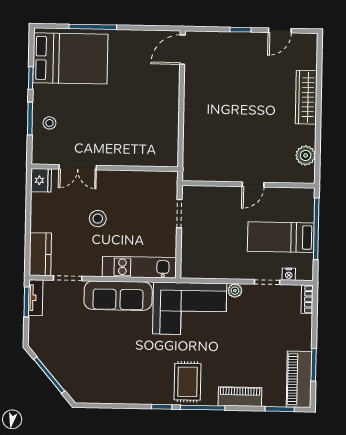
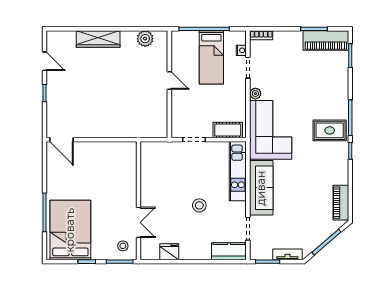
double door: (78, 167) -> (139, 222), moved
wall: (105, 168) -> (139, 201), moved
cot: (190, 256) -> (228, 130), added
tv unit: (36, 298) -> (287, 254), moved
piano: (240, 397) -> (341, 203), moved

